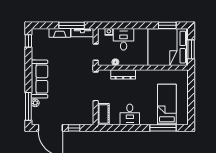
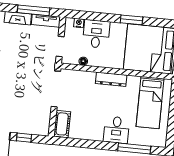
window: (167, 25) -> (131, 20), moved
dresser: (123, 74) -> (111, 79), moved
bed: (167, 104) -> (150, 103), moved, turned 180
desk: (130, 114) -> (116, 130), moved

